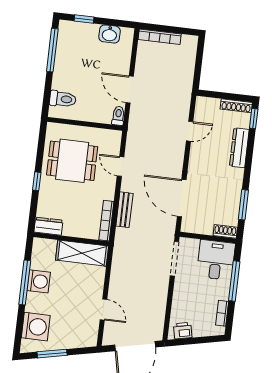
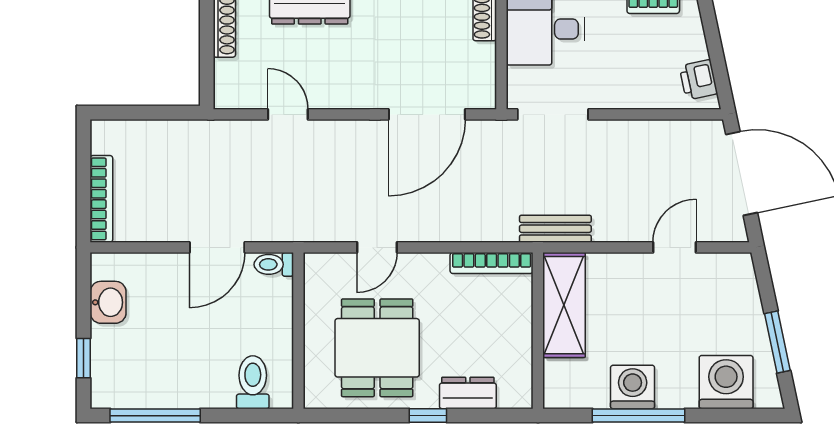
bench: (124, 210) -> (555, 229), moved
dresser: (48, 226) -> (468, 393), moved, turned 90

